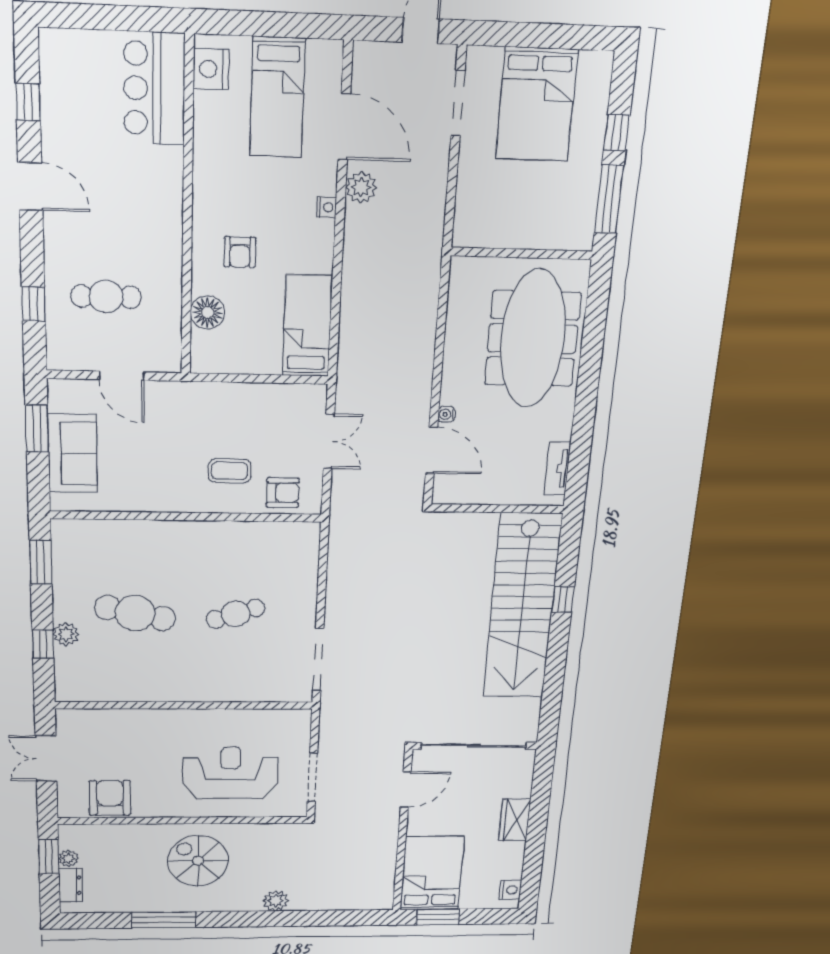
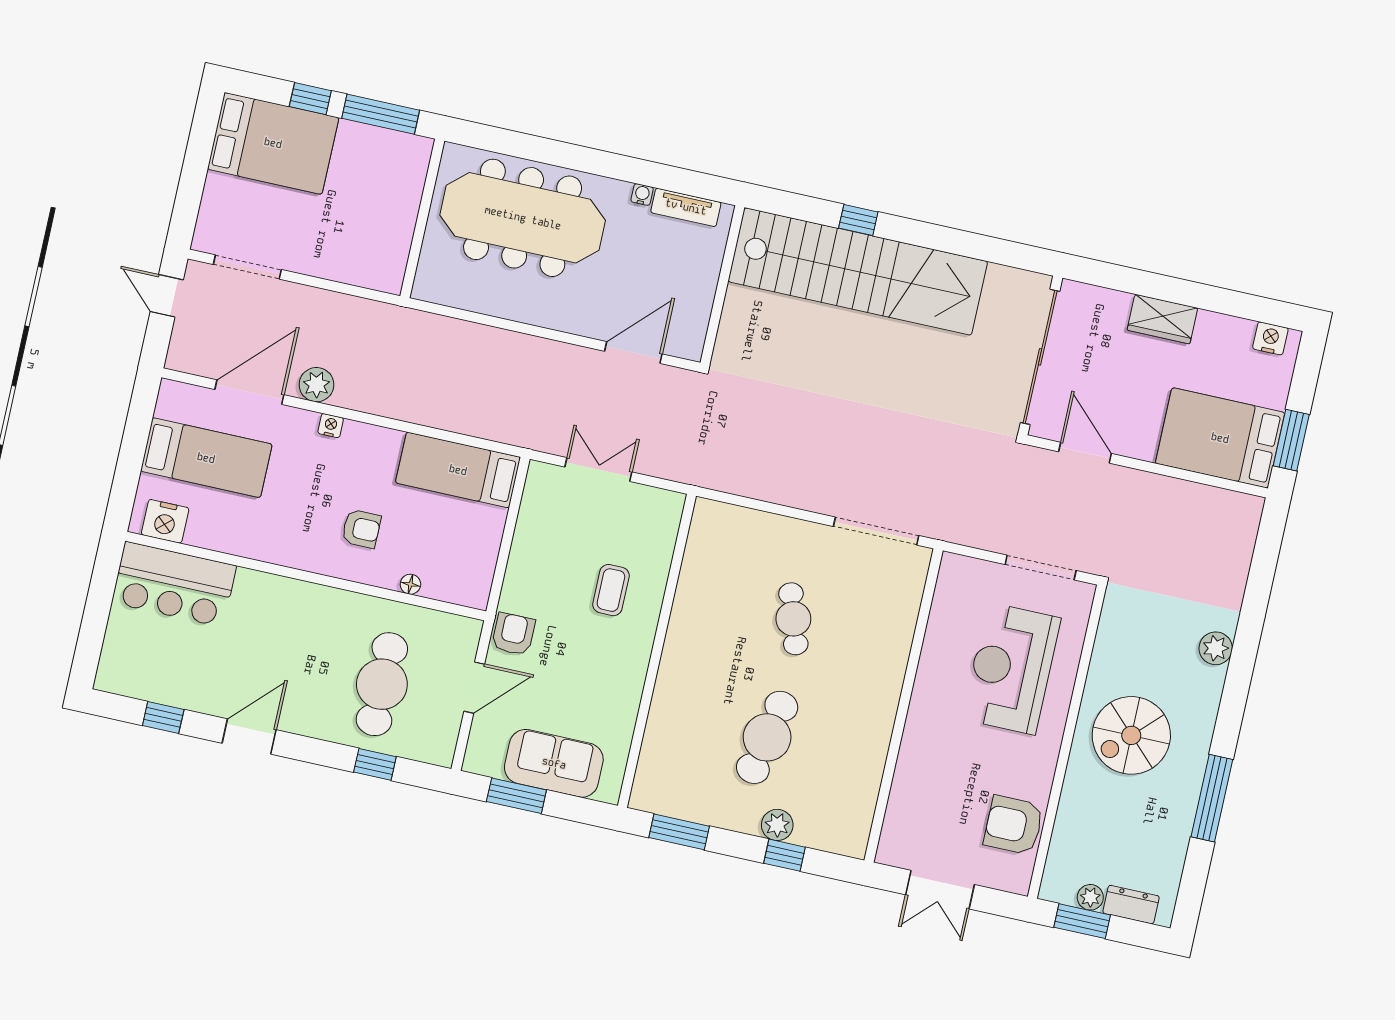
bed: (537, 104) -> (273, 143), moved
cafe table: (106, 297) -> (382, 684), width x1.37, depth x1.35
floor lamp: (208, 312) -> (410, 584), width x0.53, depth x0.53
water cooler: (446, 414) -> (642, 194), moved, turned 180
armchair: (283, 493) -> (513, 634), moved

